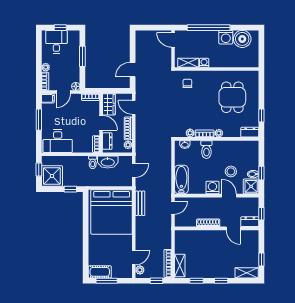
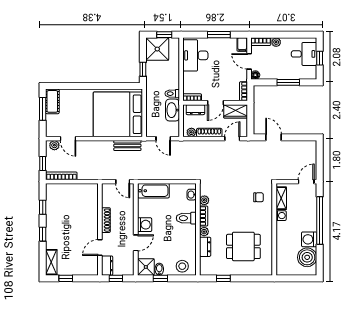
dresser: (250, 132) -> (205, 247), moved
stool: (231, 171) -> (182, 266), moved
shelving: (180, 266) -> (59, 189), removed

